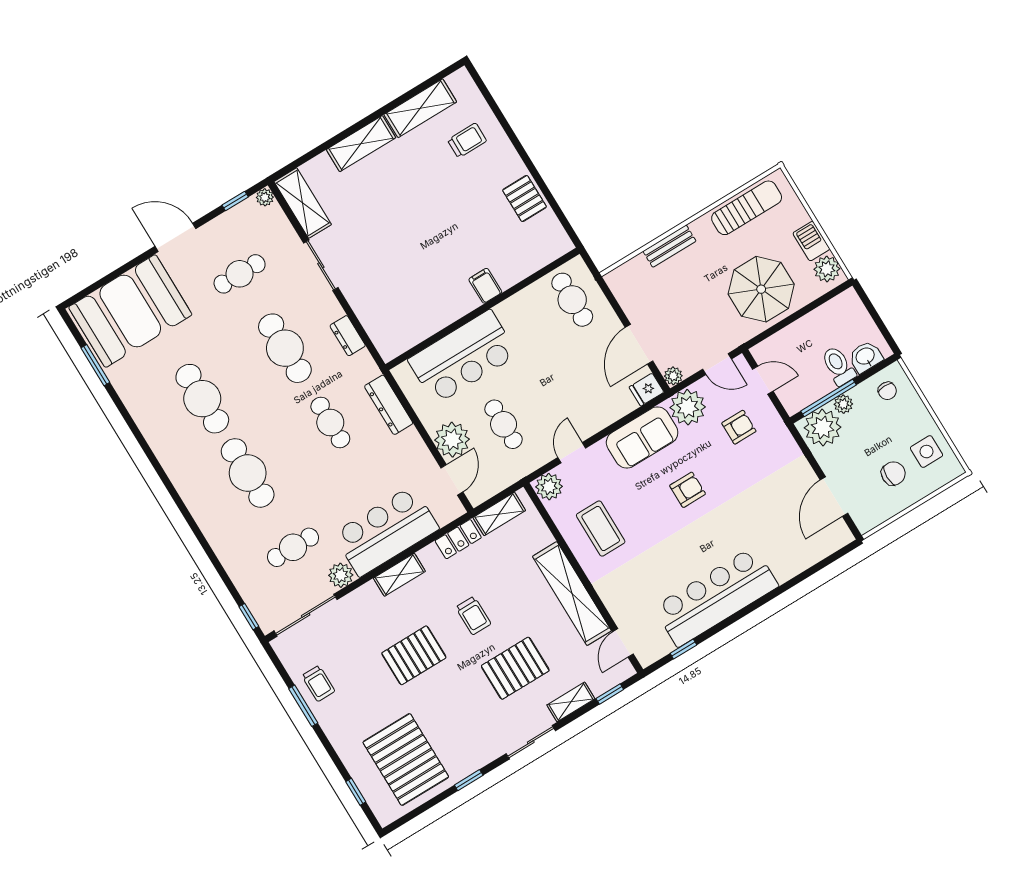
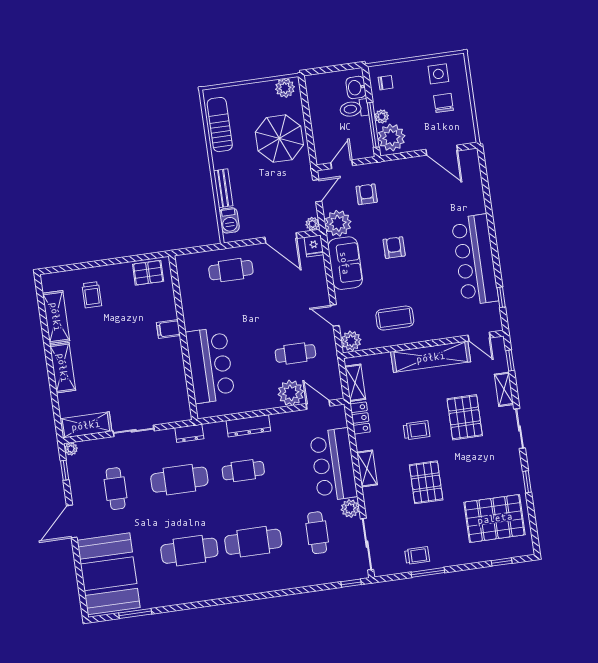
trolley: (467, 140) -> (92, 295), turned 180
barbecue: (811, 241) -> (229, 220), moved, turned -90
filing cabinet: (485, 286) -> (168, 329), moved
wall: (482, 309) -> (183, 338), moved
bar counter: (463, 357) -> (210, 365), moved

